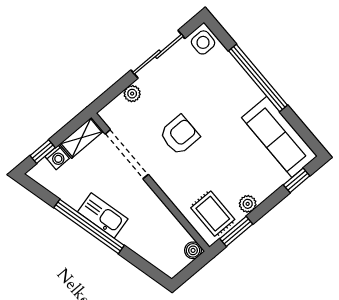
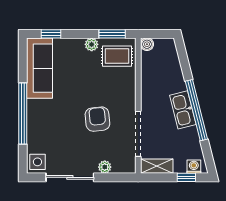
armchair: (179, 135) -> (97, 119), turned 84
washing machine: (57, 157) -> (194, 167), moved
rug: (213, 214) -> (117, 56), turned 90

